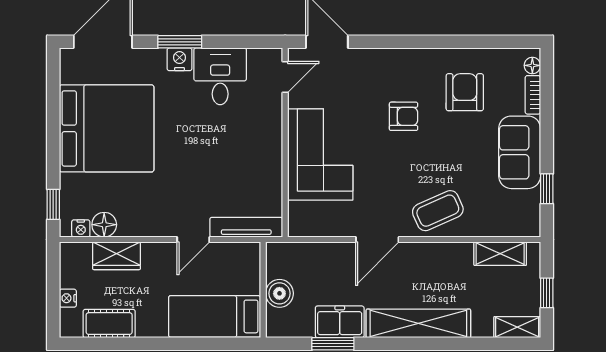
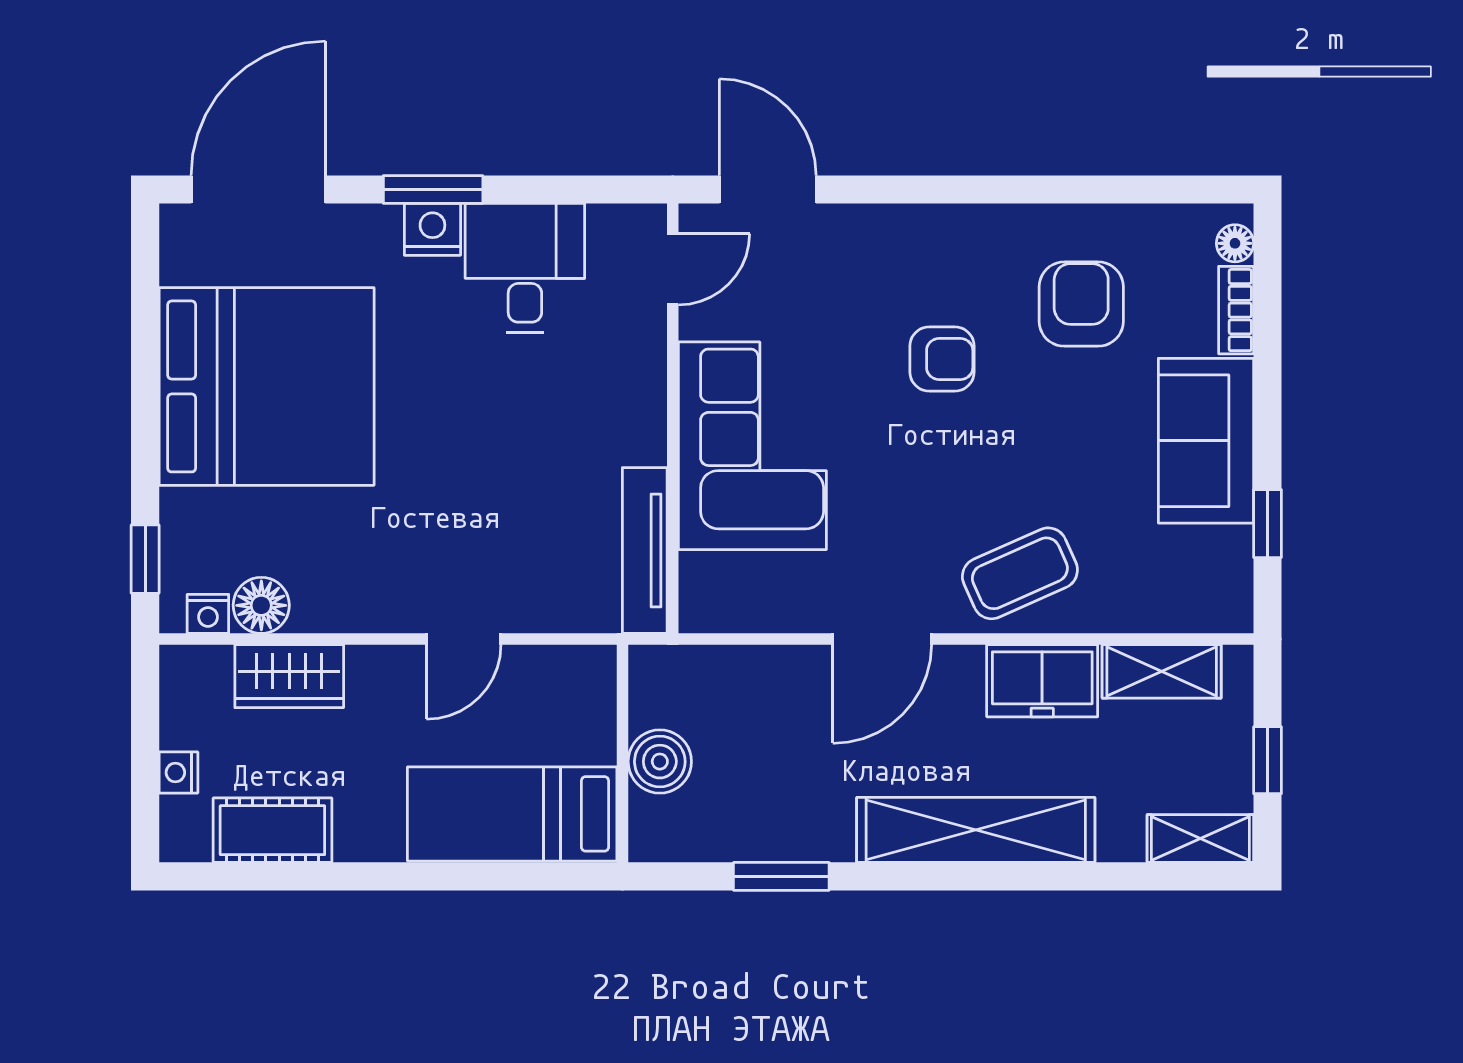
tv unit: (246, 227) -> (645, 550), moved, turned -90
freezer: (340, 322) -> (1042, 681), moved, turned 180

